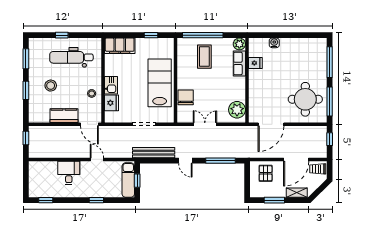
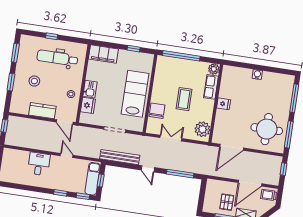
water cooler: (274, 43) -> (257, 75), moved
coffee table: (204, 57) -> (184, 99), moved
fridge: (255, 63) -> (224, 104), moved
pallet: (266, 173) -> (227, 202), moved
window: (46, 200) -> (83, 196), moved

